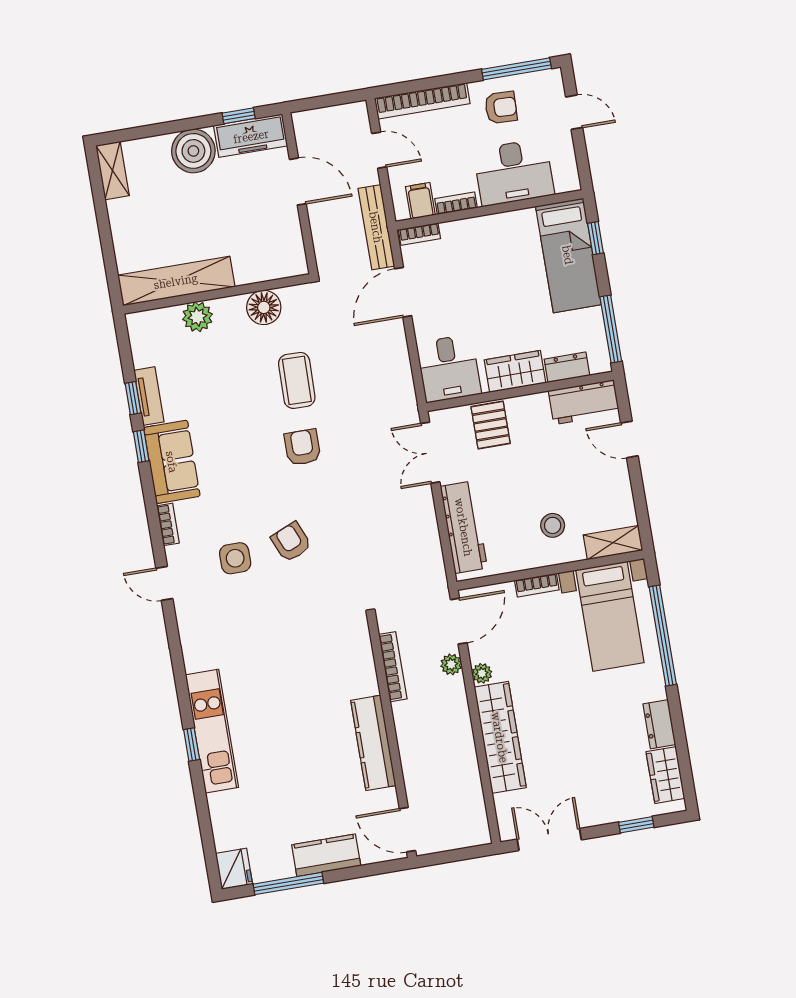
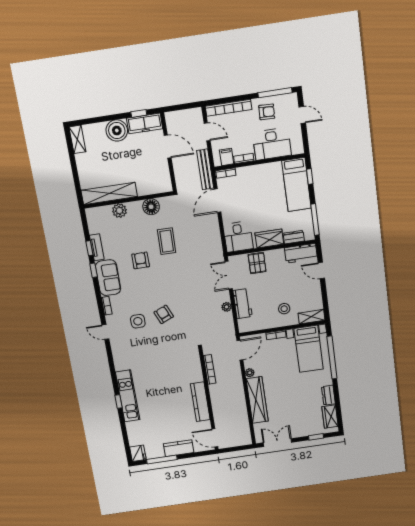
armchair: (302, 447) -> (141, 260), moved
workbench: (464, 527) -> (243, 304), width x0.73
plant: (451, 664) -> (227, 307), moved

